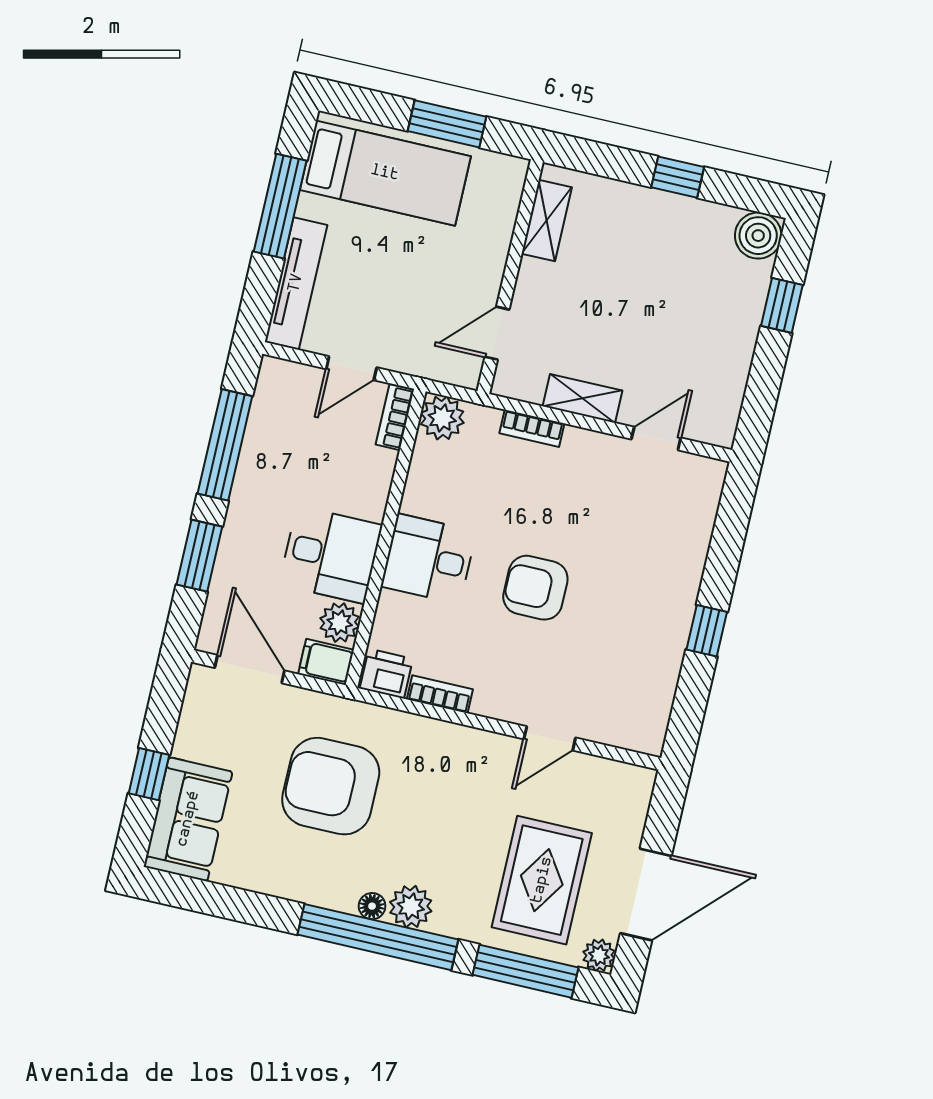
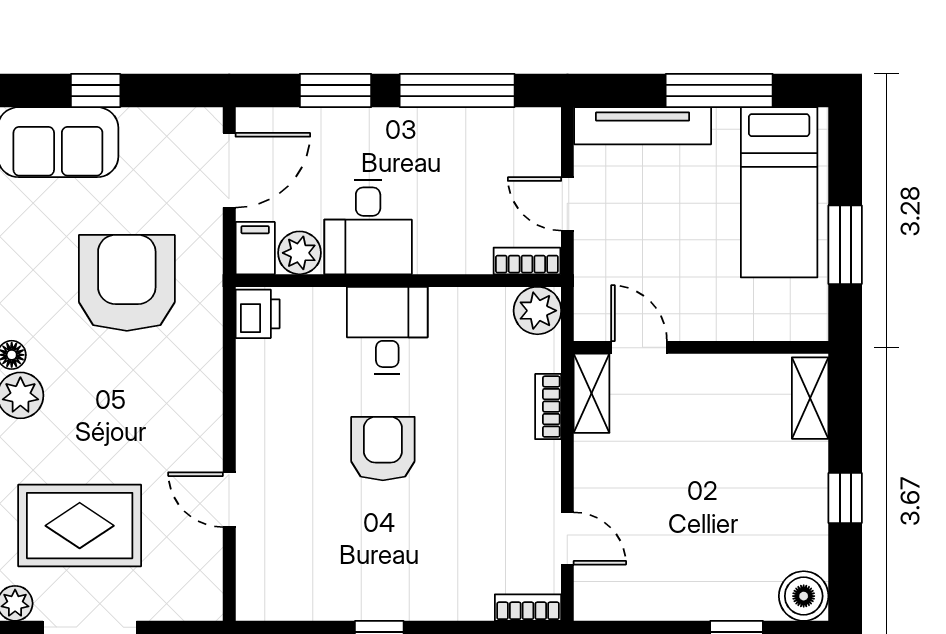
shelving: (547, 221) -> (810, 398), moved, turned 90
shelving: (583, 398) -> (592, 393), moved
bookcase: (440, 694) -> (528, 608), moved, turned -90

